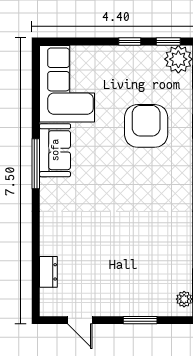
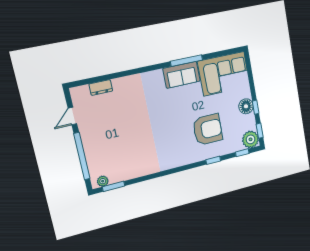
floor lamp: (125, 57) -> (246, 106), added
window: (36, 164) -> (187, 61), moved
window: (140, 320) -> (82, 156), width x2.11

